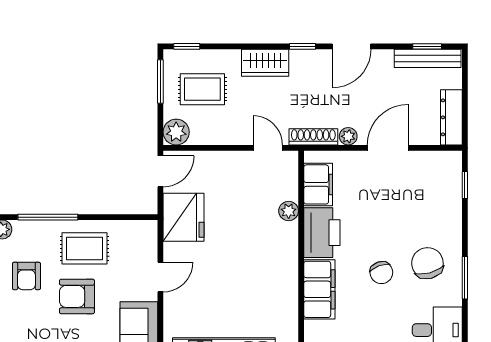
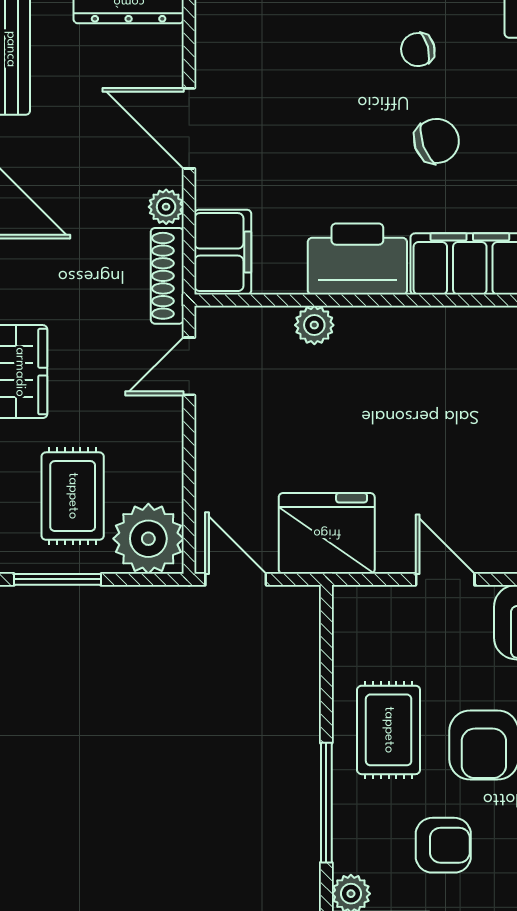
plant: (176, 132) -> (148, 539), width x1.36, depth x1.36
filing cabinet: (318, 184) -> (223, 252), moved, turned 90
chair: (427, 263) -> (418, 50), width x0.54, depth x0.54

